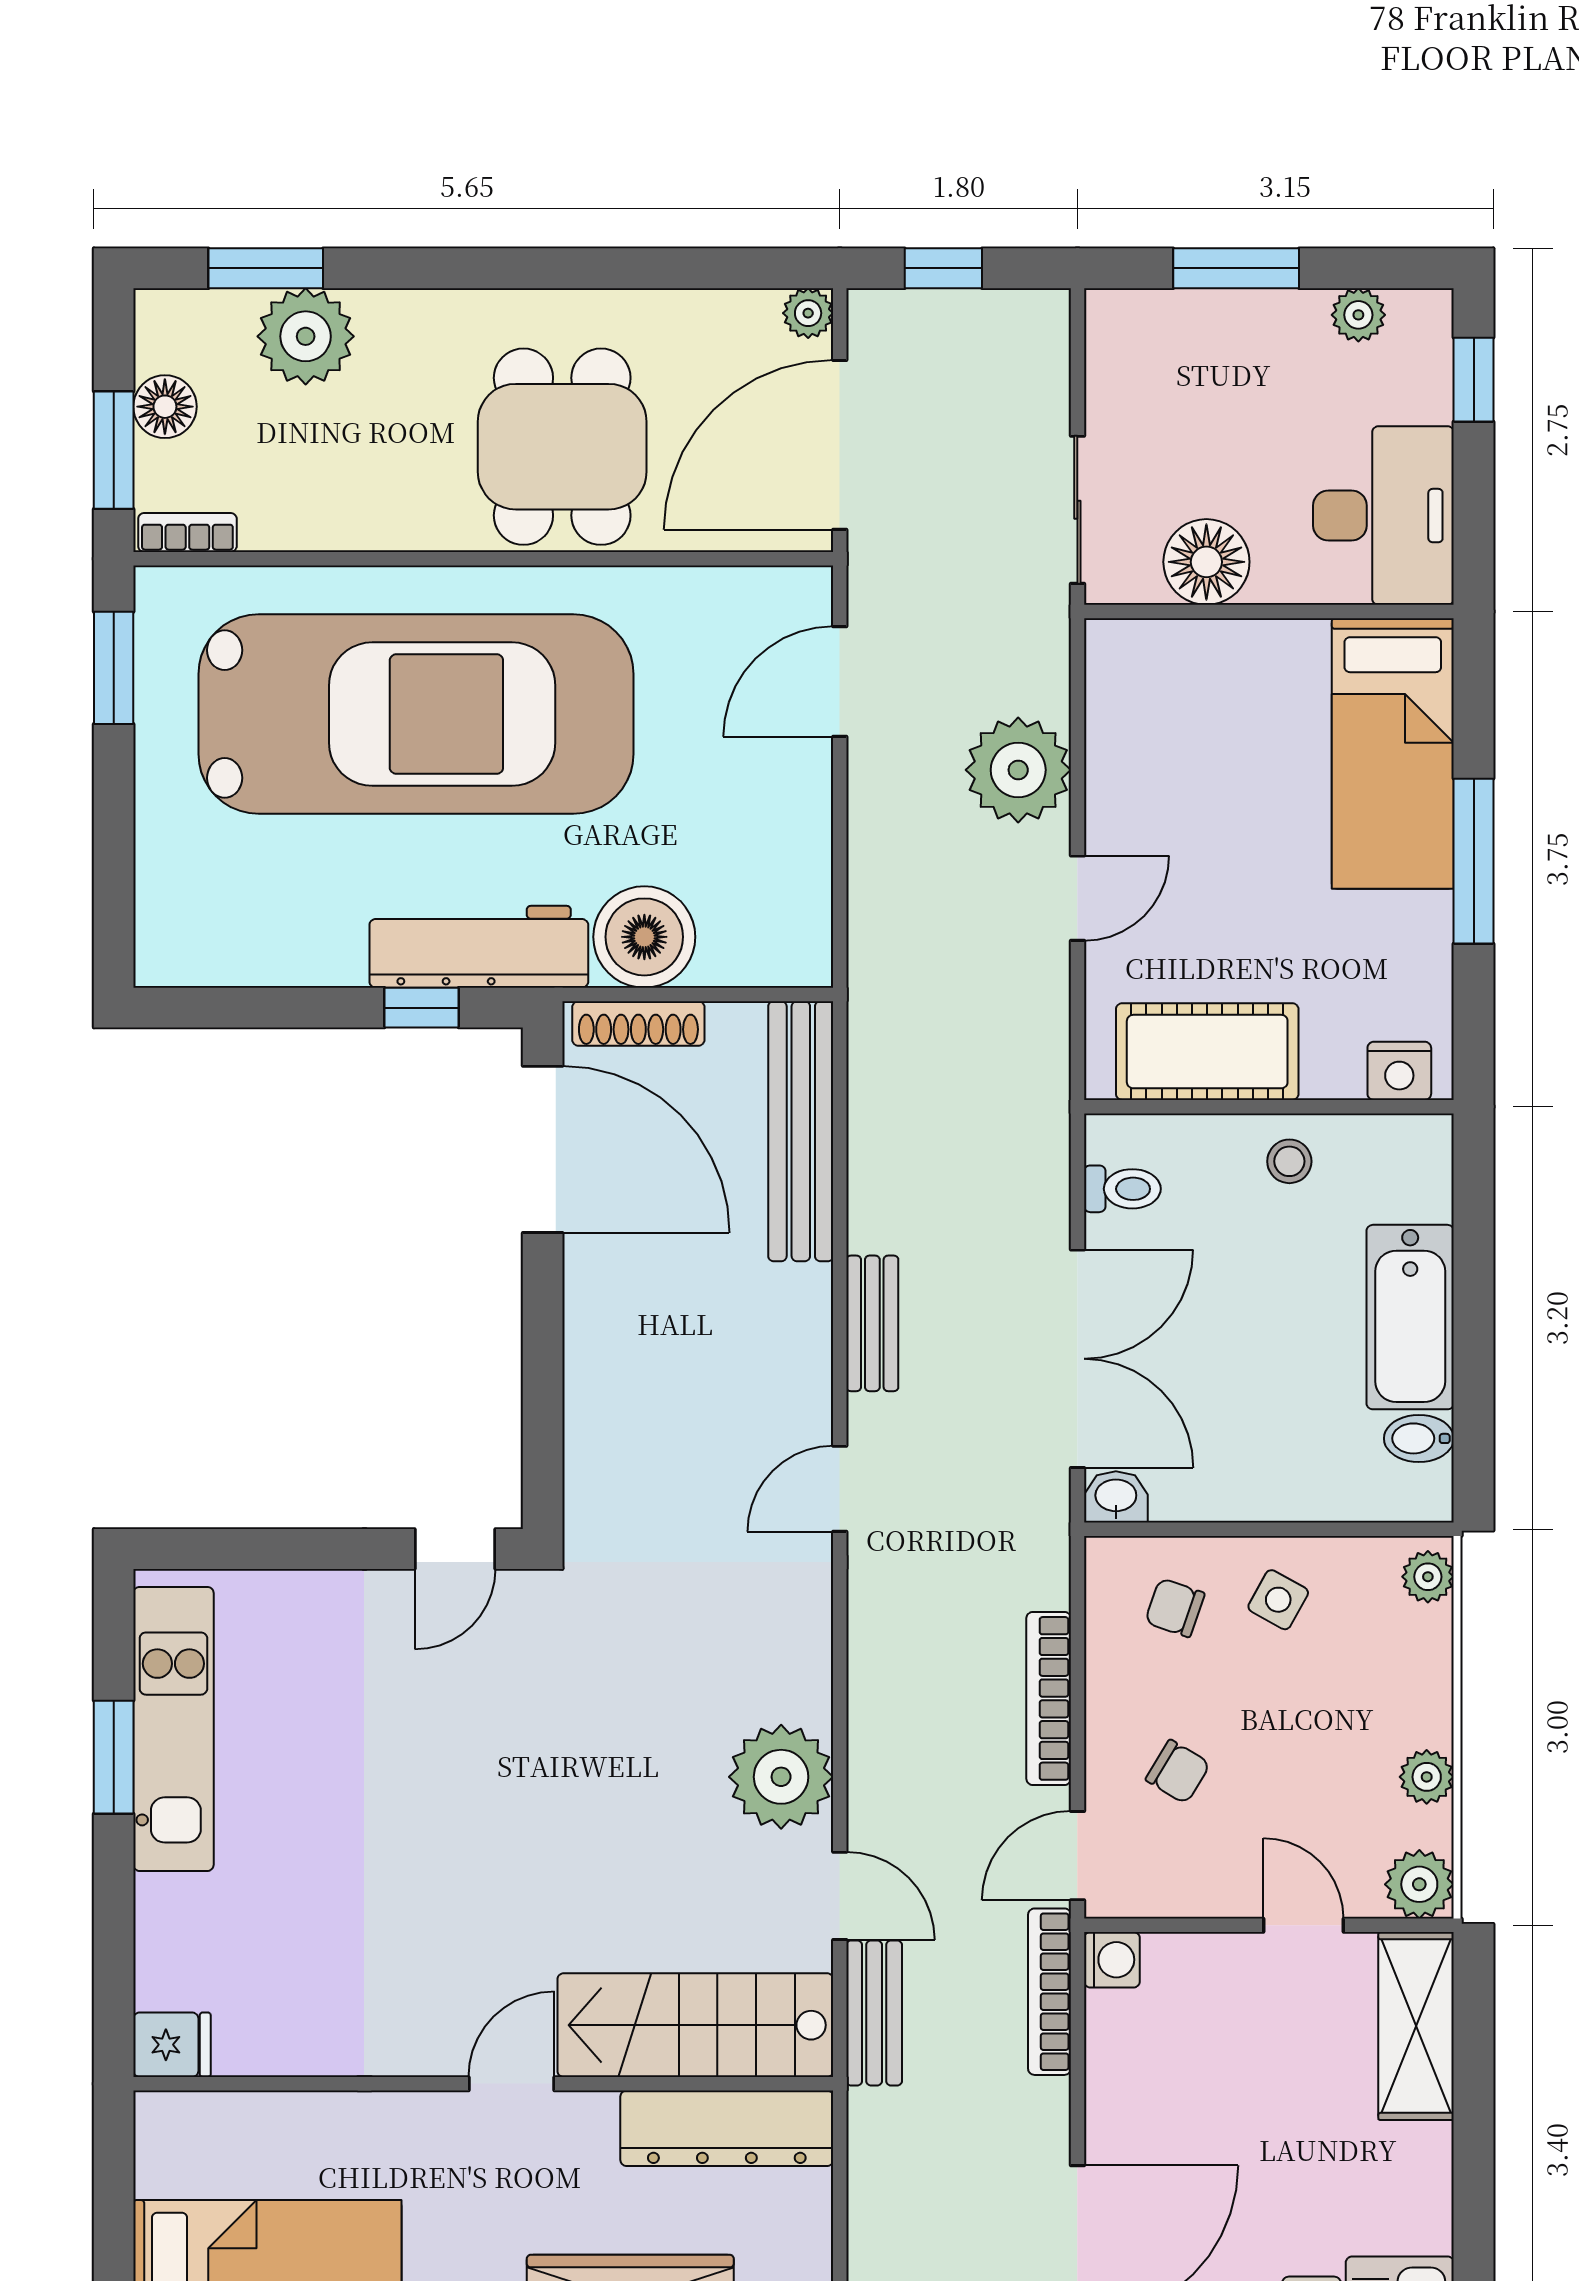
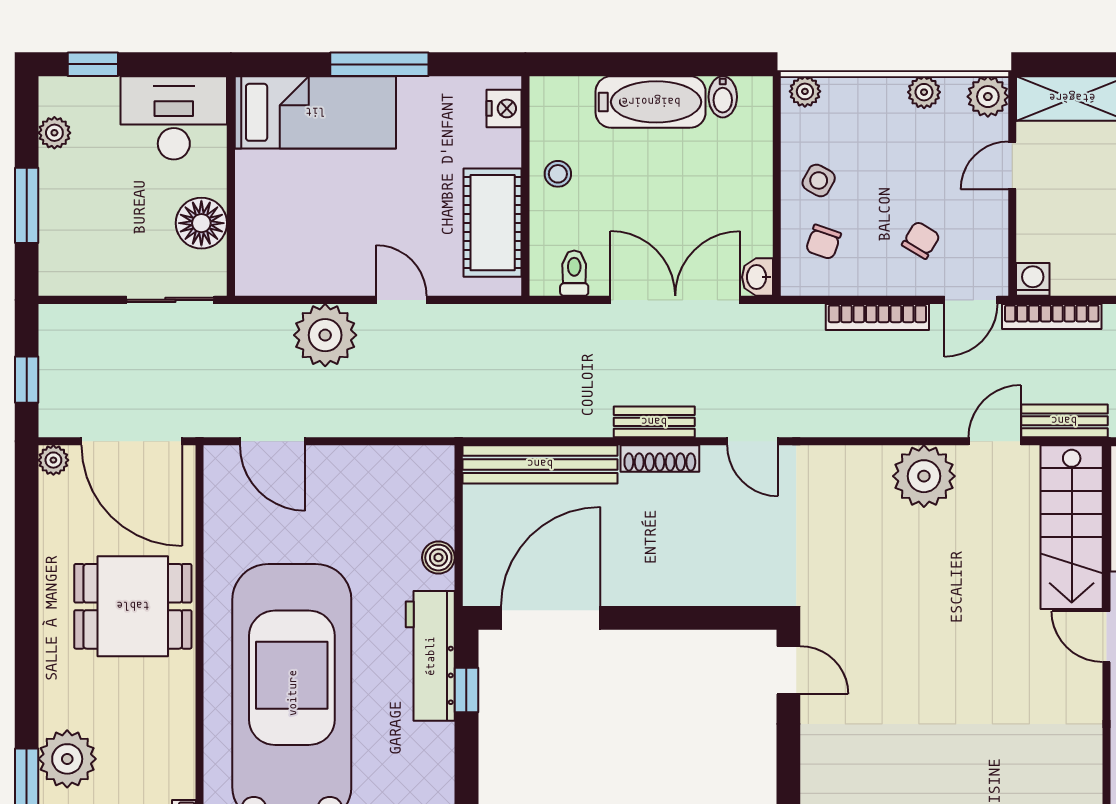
boiler: (644, 937) -> (438, 558), width x0.54, depth x0.54
shoe rack: (638, 1023) -> (660, 459), moved, turned 90
door: (1077, 1856) -> (971, 300), hinge flipped

